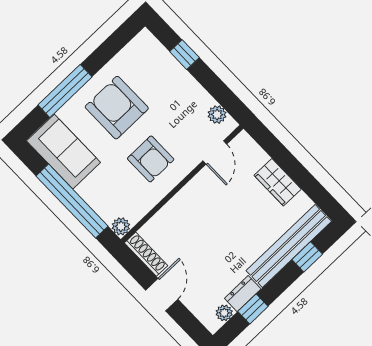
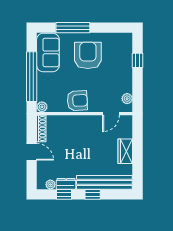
armchair: (151, 159) -> (77, 101), moved, turned -93
window: (307, 257) -> (93, 194), moved
door: (162, 295) -> (32, 152), hinge flipped

